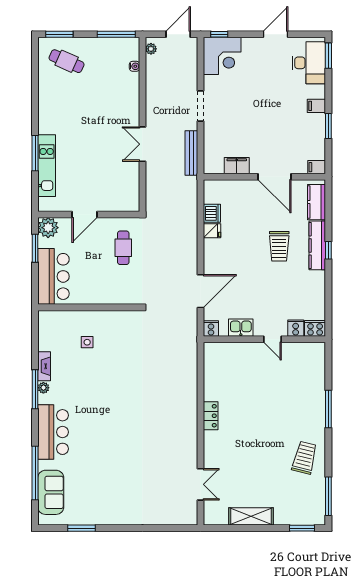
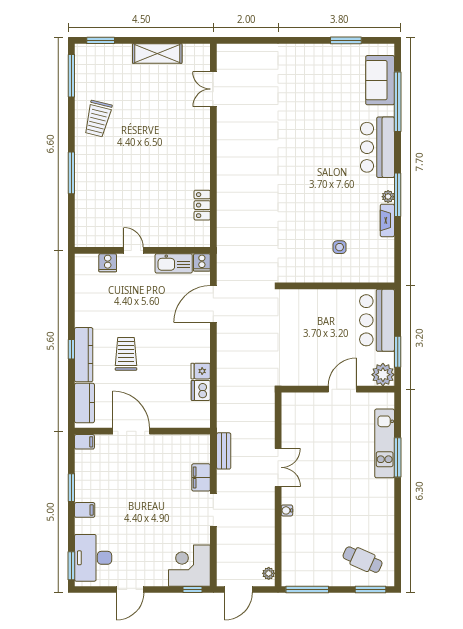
water cooler: (135, 66) -> (287, 510), moved
bench: (191, 153) -> (224, 451), width x0.73
filing cabinet: (237, 166) -> (201, 477), moved, turned 90
cafe table: (123, 248) -> (299, 352), removed
kitchen sink: (241, 328) -> (174, 263), width x1.38
cooker: (315, 328) -> (86, 262), removed
locker: (211, 416) -> (202, 205), moved

